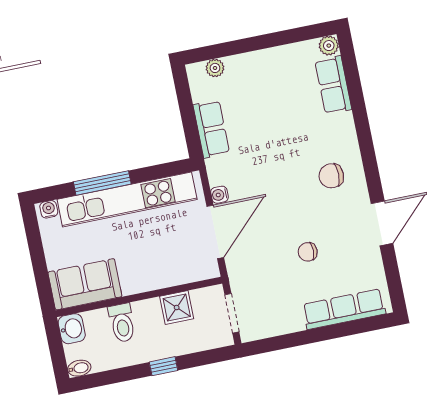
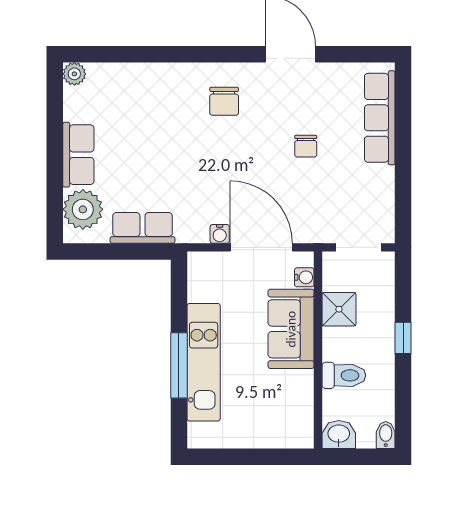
plant: (215, 68) -> (83, 209), width x1.88, depth x1.88
row of seats: (333, 85) -> (78, 155), moved, turned -90
kitchen unit: (127, 199) -> (204, 362), width x0.73
water cooler: (49, 209) -> (304, 277), moved, turned 180
sofa: (85, 284) -> (291, 329), moved

